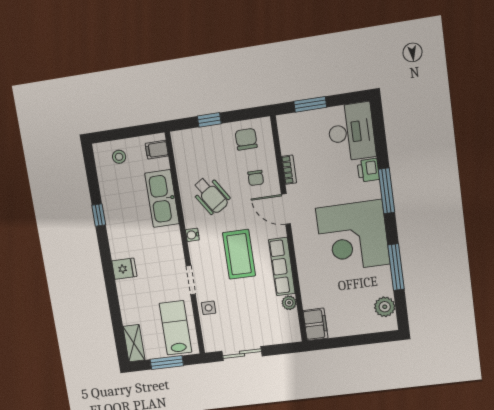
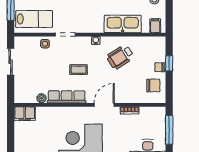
window: (310, 104) -> (169, 130), width x1.44
chair: (256, 178) -> (160, 67), moved
coffee table: (239, 254) -> (79, 70), width x0.54, depth x0.58

